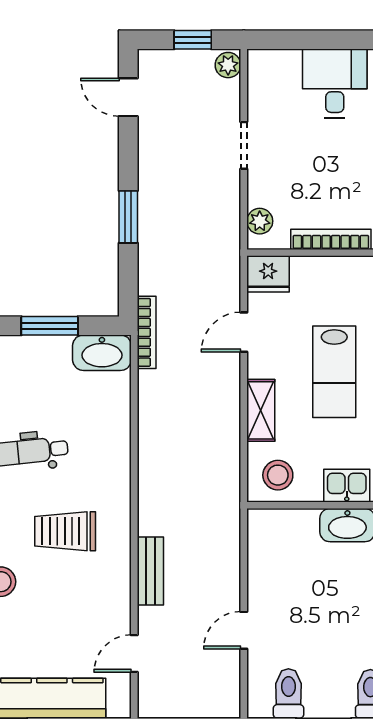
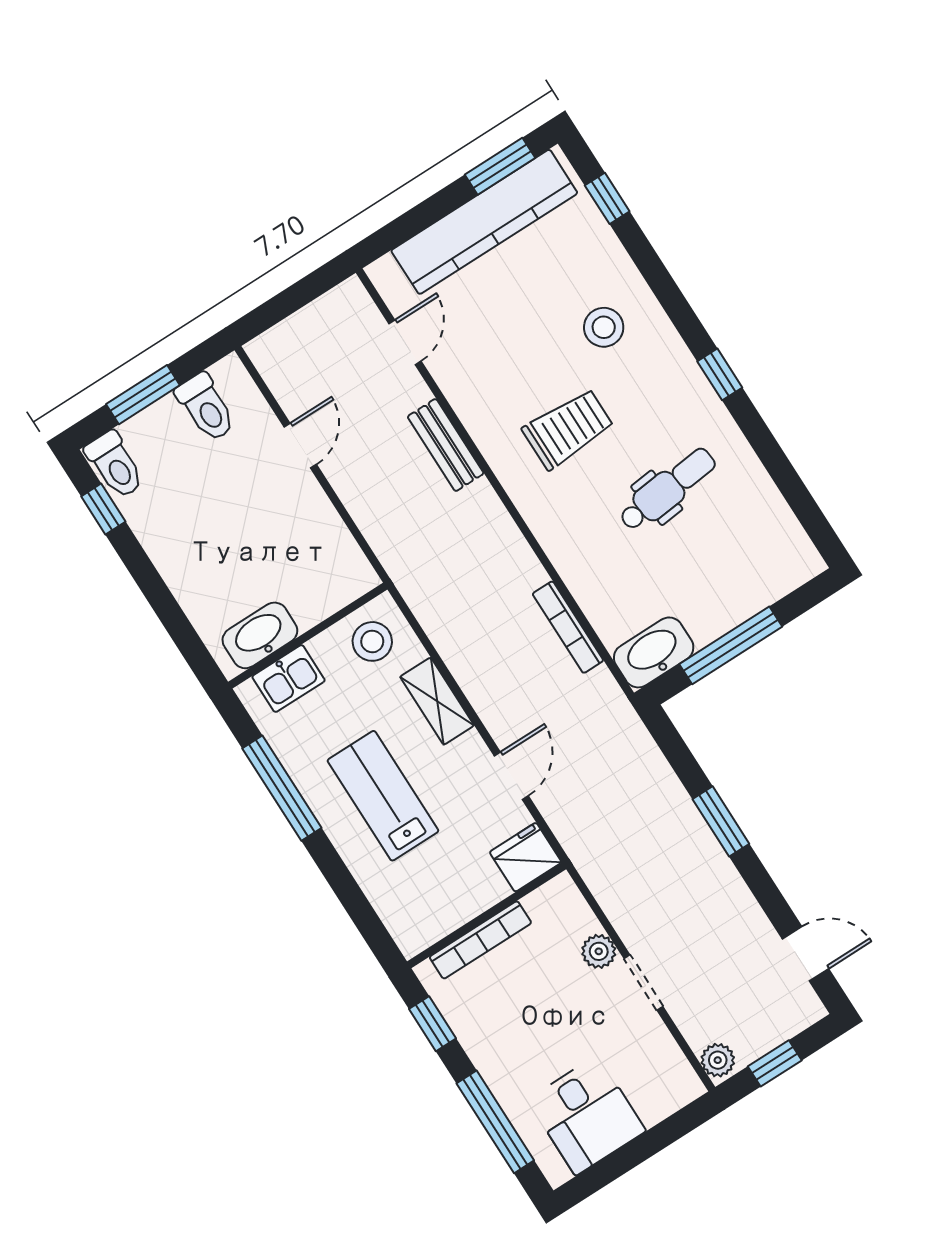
plant: (260, 221) -> (599, 951), moved
window: (50, 326) -> (731, 645), width x1.44
bookcase: (147, 332) -> (568, 627), moved

